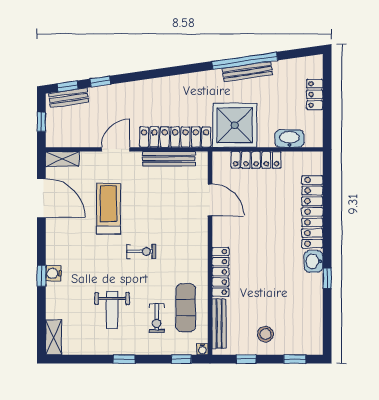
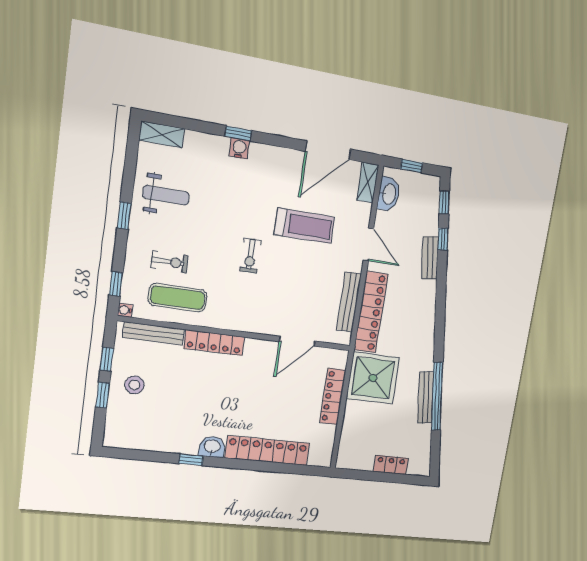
bench: (69, 98) -> (430, 258), moved
washbasin: (289, 139) -> (389, 194), moved
weight bench: (112, 310) -> (166, 195), moved, turned 180
exercise bike: (157, 318) -> (170, 262), turned 180
window: (295, 359) -> (103, 395), moved

